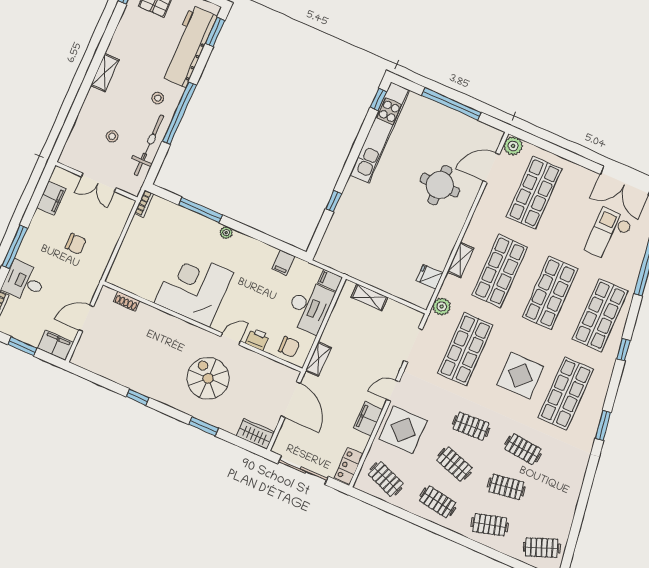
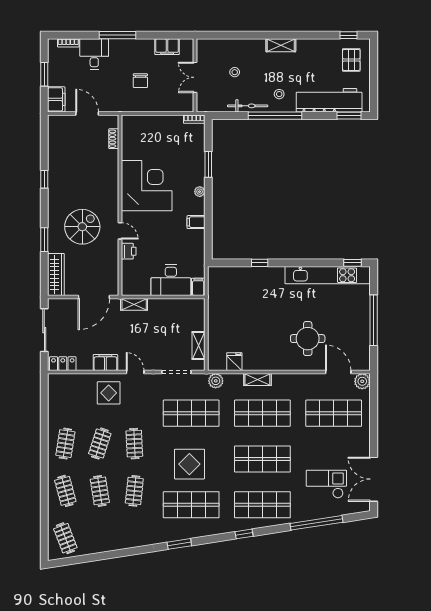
bicycle: (149, 145) -> (248, 106), width x0.73, depth x0.71
window: (201, 210) -> (208, 164), width x0.69
filing cabinet: (283, 263) -> (196, 222), moved
shelving: (369, 297) -> (198, 345), moved
chair: (289, 347) -> (134, 278), removed
display table: (403, 430) -> (109, 393), width x0.73, depth x0.73
wardrobe: (255, 434) -> (56, 274), width x1.50
clothes rail: (386, 479) -> (65, 396), removed

